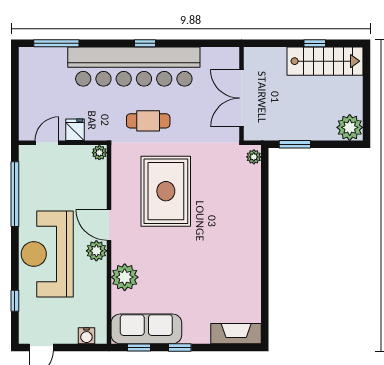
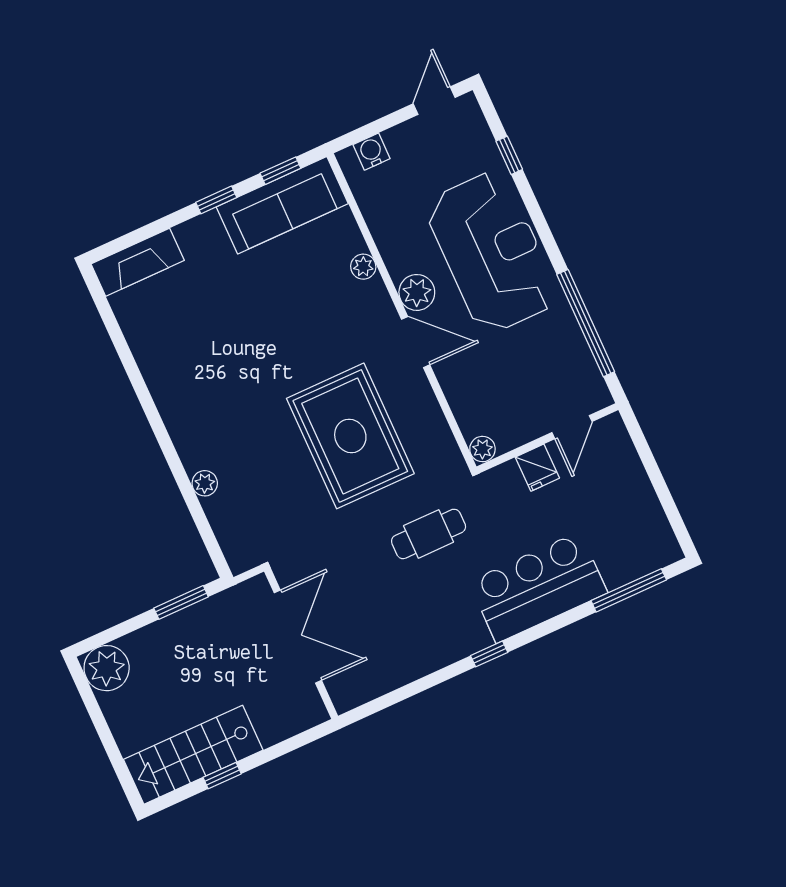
bar counter: (134, 67) -> (538, 587), width x0.54
plant: (254, 157) -> (205, 483), moved
plant: (125, 277) -> (363, 267), width x0.53, depth x0.53

